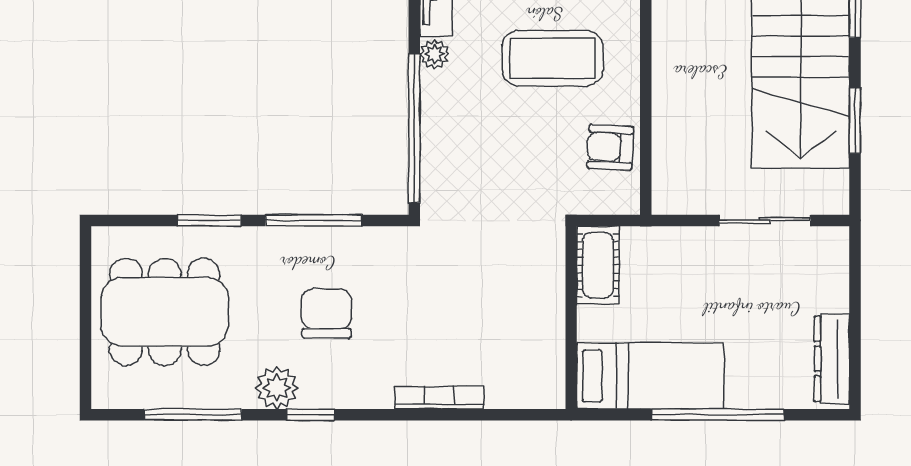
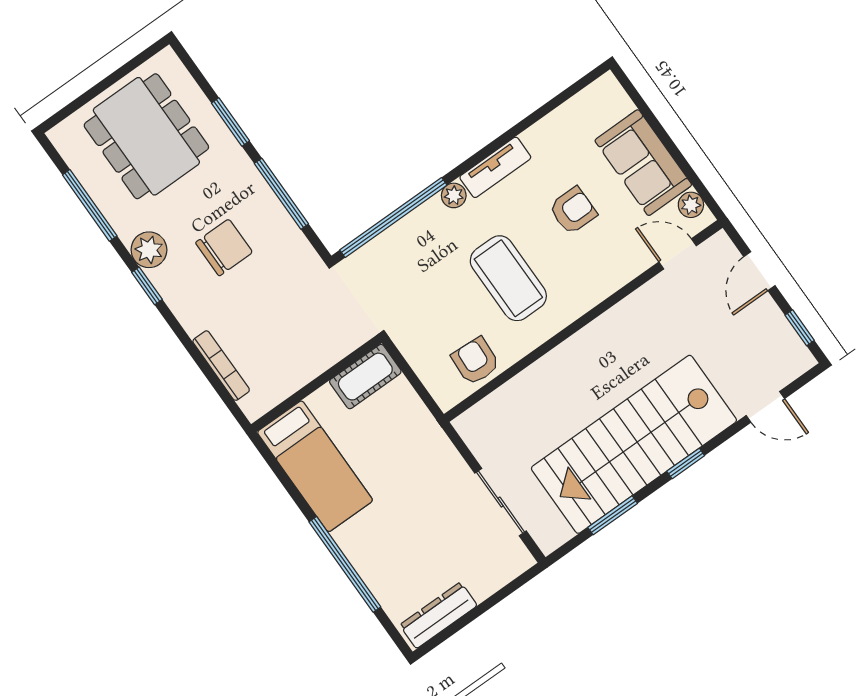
cot: (598, 265) -> (365, 377), moved
wall: (571, 318) -> (316, 384), moved
bed: (650, 376) -> (315, 466), moved

